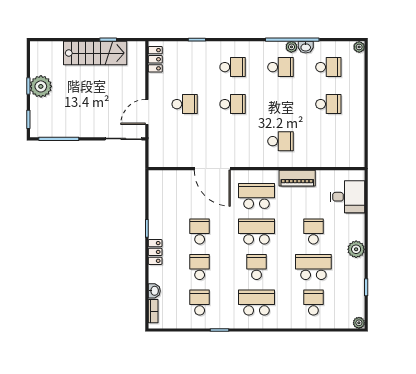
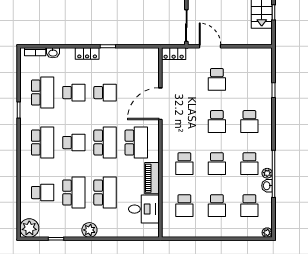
locker: (155, 59) -> (174, 54), moved
school desk: (280, 104) -> (217, 164), added
school desk: (328, 141) -> (184, 206), added
desk: (347, 197) -> (144, 209), moved, turned -90
school desk: (313, 231) -> (105, 193), width x1.85
school desk: (200, 303) -> (43, 93), width x1.85
plant: (359, 323) -> (29, 228), width x1.88, depth x1.88

